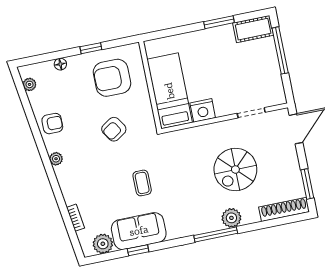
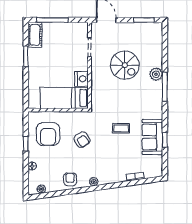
shoe rack: (284, 209) -> (157, 39), removed
plant: (103, 244) -> (156, 162), removed

